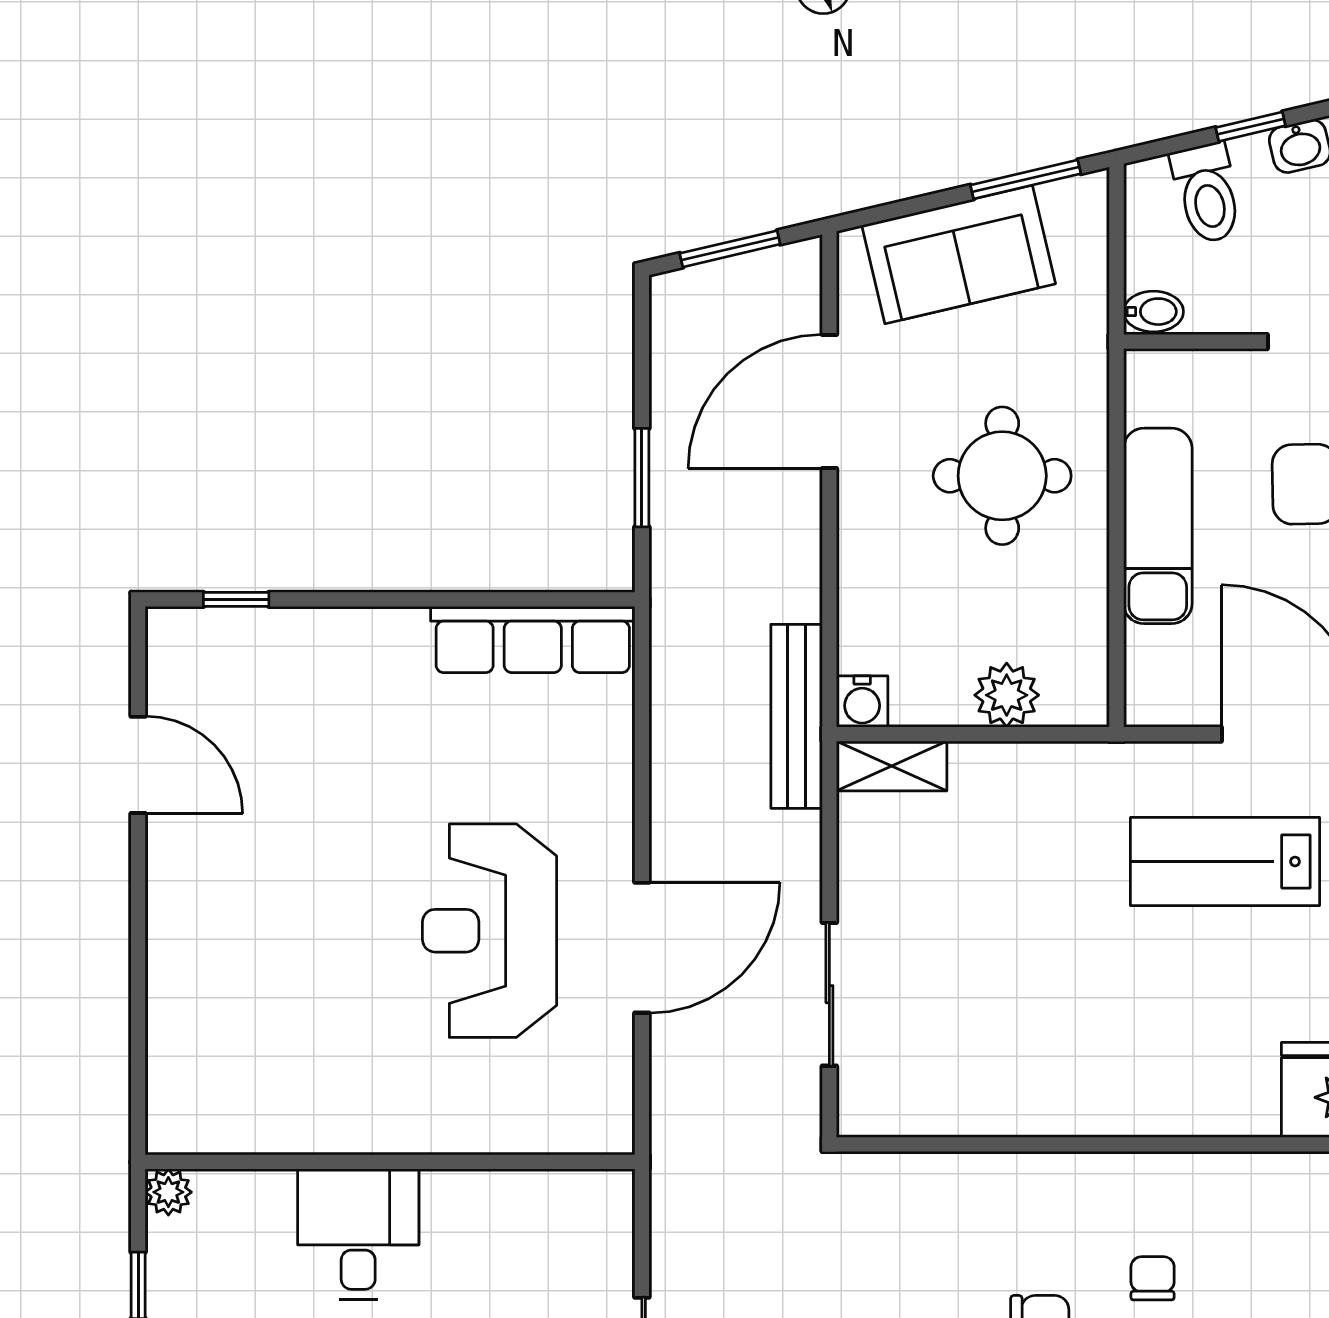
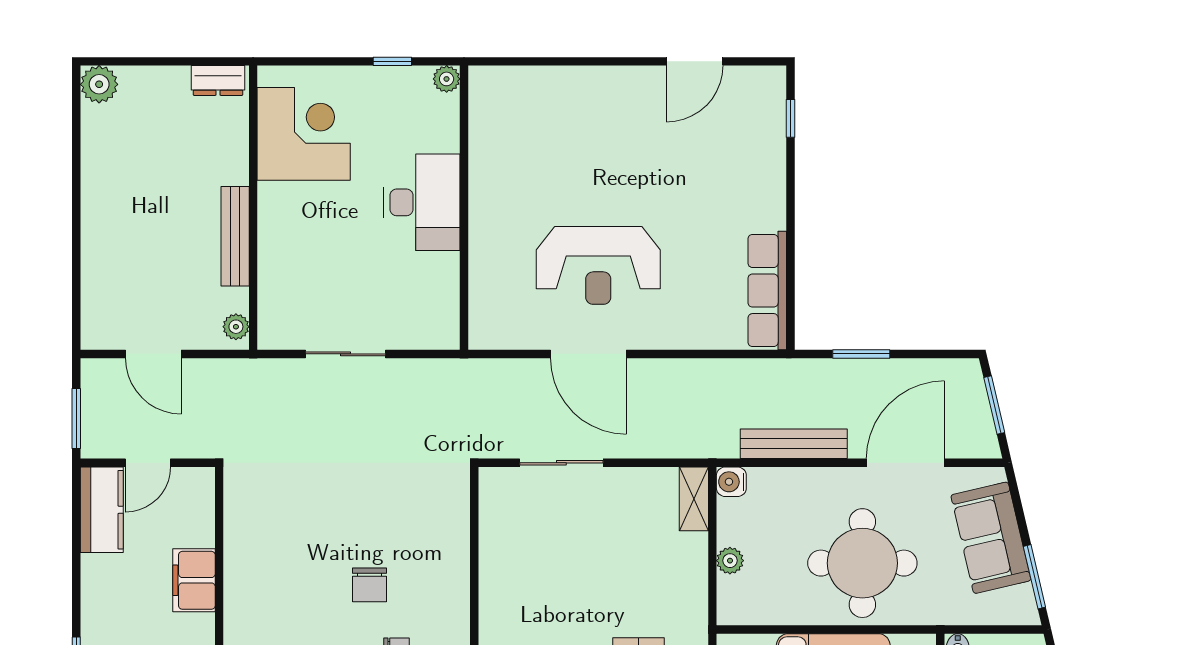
door: (829, 402) -> (905, 463), hinge flipped
round table: (1002, 476) -> (862, 563), width x1.36, depth x1.36
plant: (1007, 695) -> (730, 561), width x0.73, depth x0.73
bench: (797, 716) -> (794, 444), moved
reception desk: (490, 931) -> (598, 265), turned 180
desk: (358, 1234) -> (422, 202), width x1.37

